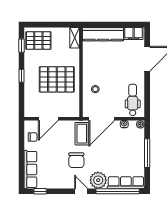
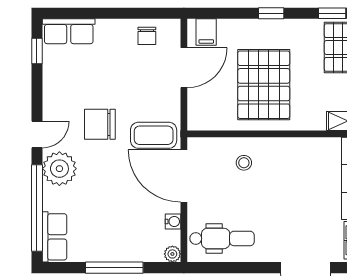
filing cabinet: (31, 108) -> (206, 32), added
door: (48, 119) -> (184, 68), swing flipped
row of seats: (30, 169) -> (69, 31), width x0.68
row of seats: (126, 183) -> (55, 237), width x0.68

